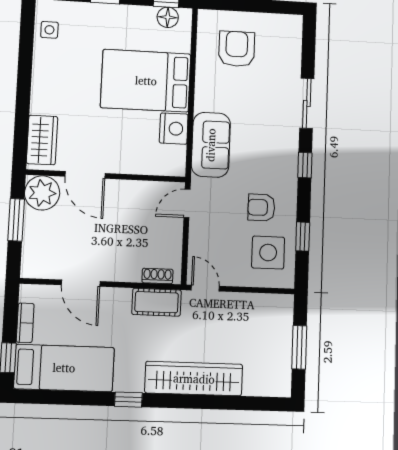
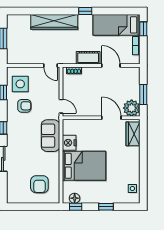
door: (187, 203) -> (61, 106), hinge flipped
cot: (157, 302) -> (88, 58), moved

